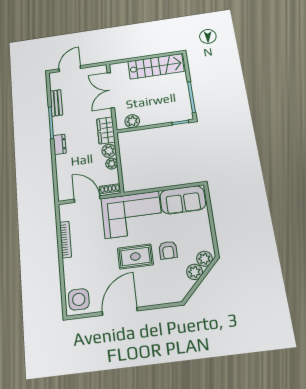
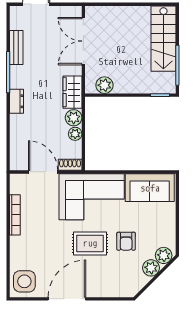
stairs: (156, 66) -> (163, 39), moved, turned 90

